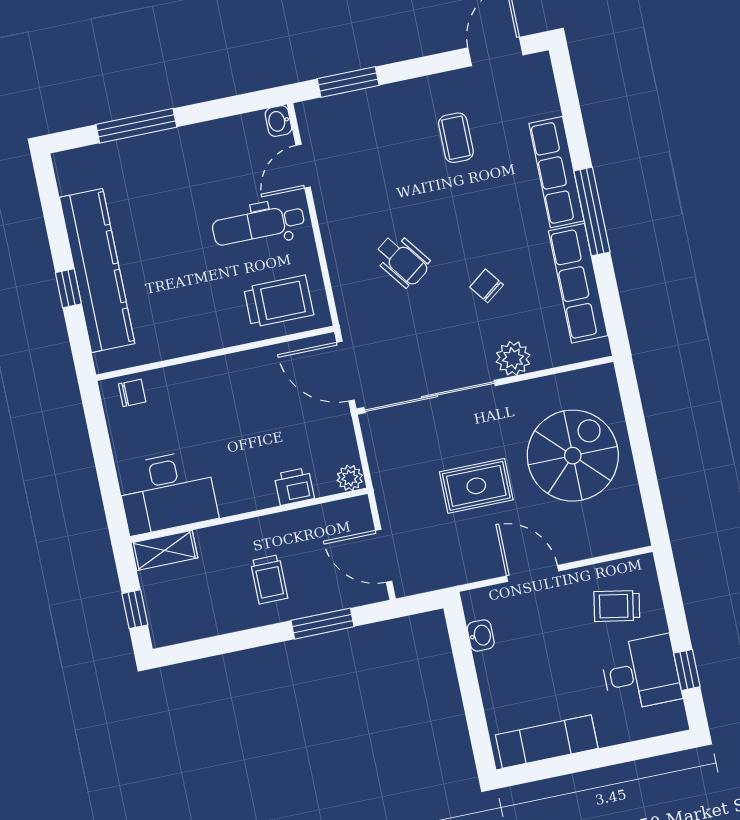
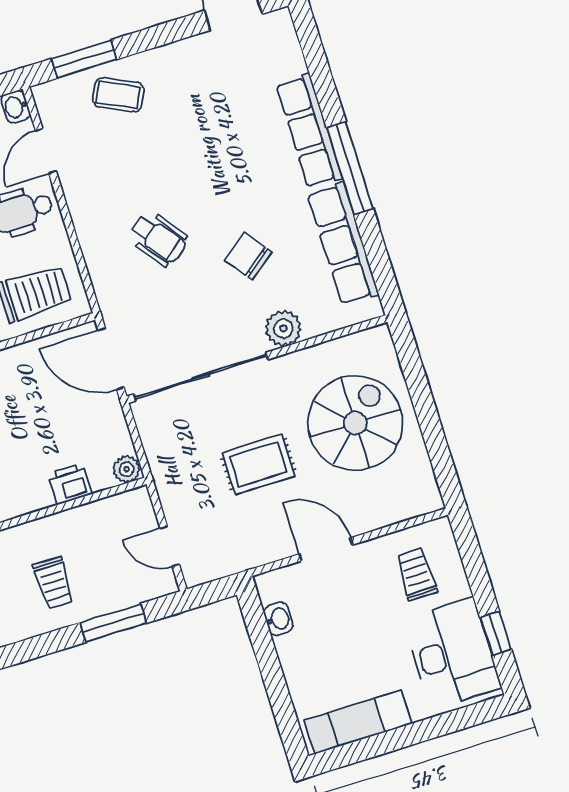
coffee table: (456, 138) -> (118, 95), moved, turned -65
chair: (487, 286) -> (248, 256), width x1.37, depth x1.37
door: (384, 556) -> (170, 546), width x0.73
trolley: (617, 606) -> (416, 574), turned 80
desk: (641, 673) -> (452, 653), width x1.37

